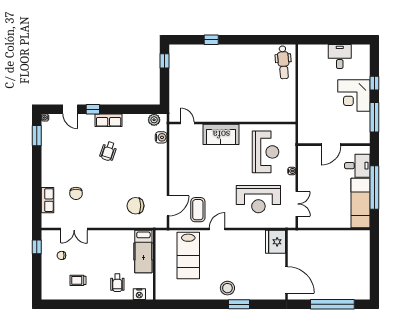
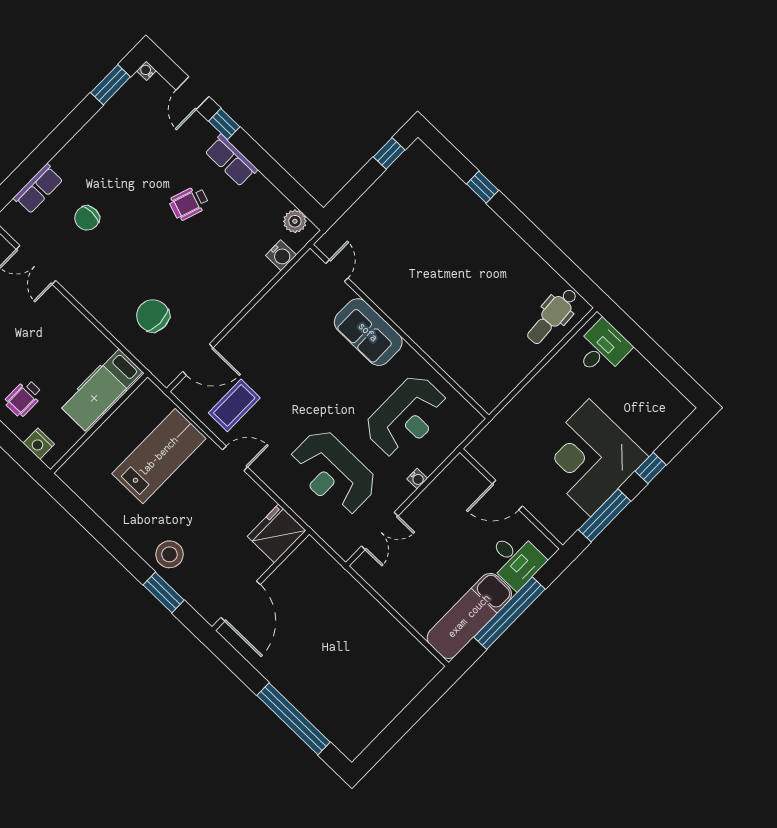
desk: (340, 56) -> (602, 349), moved
corner desk: (354, 95) -> (590, 458), width x1.36, depth x1.36
fridge: (276, 242) -> (277, 533), moved
lab bench: (188, 256) -> (159, 456), turned 180
wall: (287, 265) -> (261, 580), moved
door: (287, 280) -> (241, 601), moved

